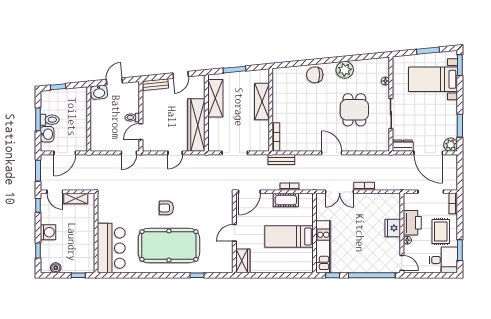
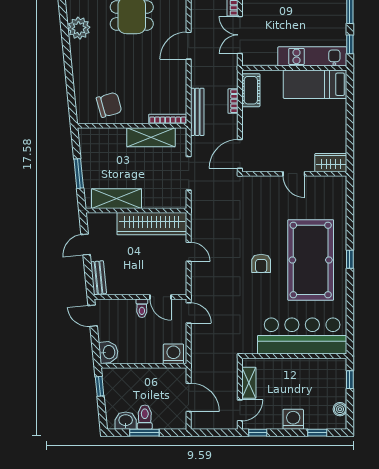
door: (181, 75) -> (86, 245), swing flipped
chair: (315, 75) -> (109, 105), moved, turned -106
door: (114, 81) -> (93, 316), moved
window: (58, 87) -> (100, 386), moved
shelving: (262, 102) -> (151, 137), moved
washbasin: (47, 134) -> (126, 421), moved
washing machine: (98, 141) -> (173, 354), added
bench: (281, 159) -> (197, 112), width x1.36
window: (38, 171) -> (212, 433), removed
door: (249, 192) -> (240, 154), swing flipped
double door: (340, 192) -> (240, 35), swing flipped
cot: (286, 200) -> (251, 90), moved
bed: (289, 236) -> (315, 84), moved, turned 90
bar counter: (111, 248) -> (302, 336), width x1.36
window: (197, 275) -> (350, 259), moved

